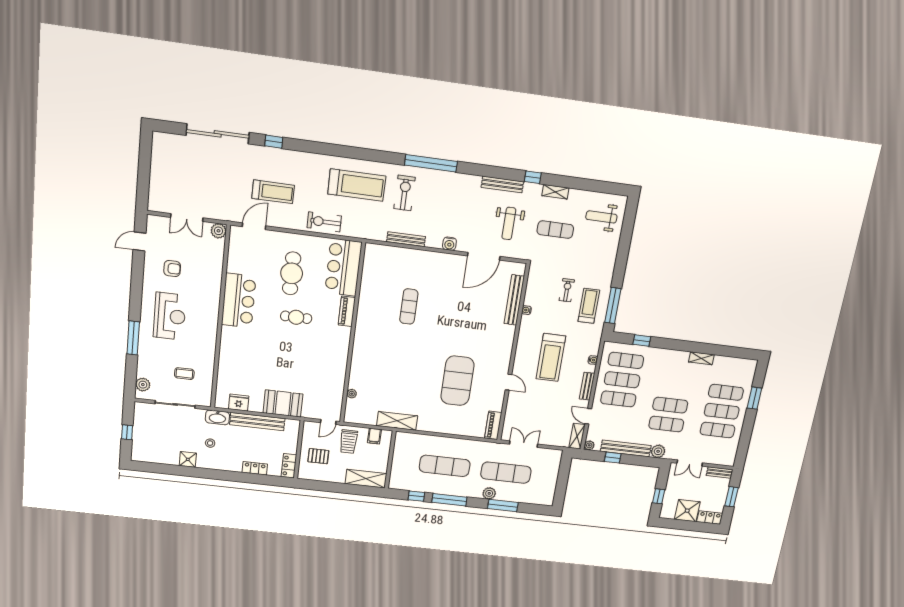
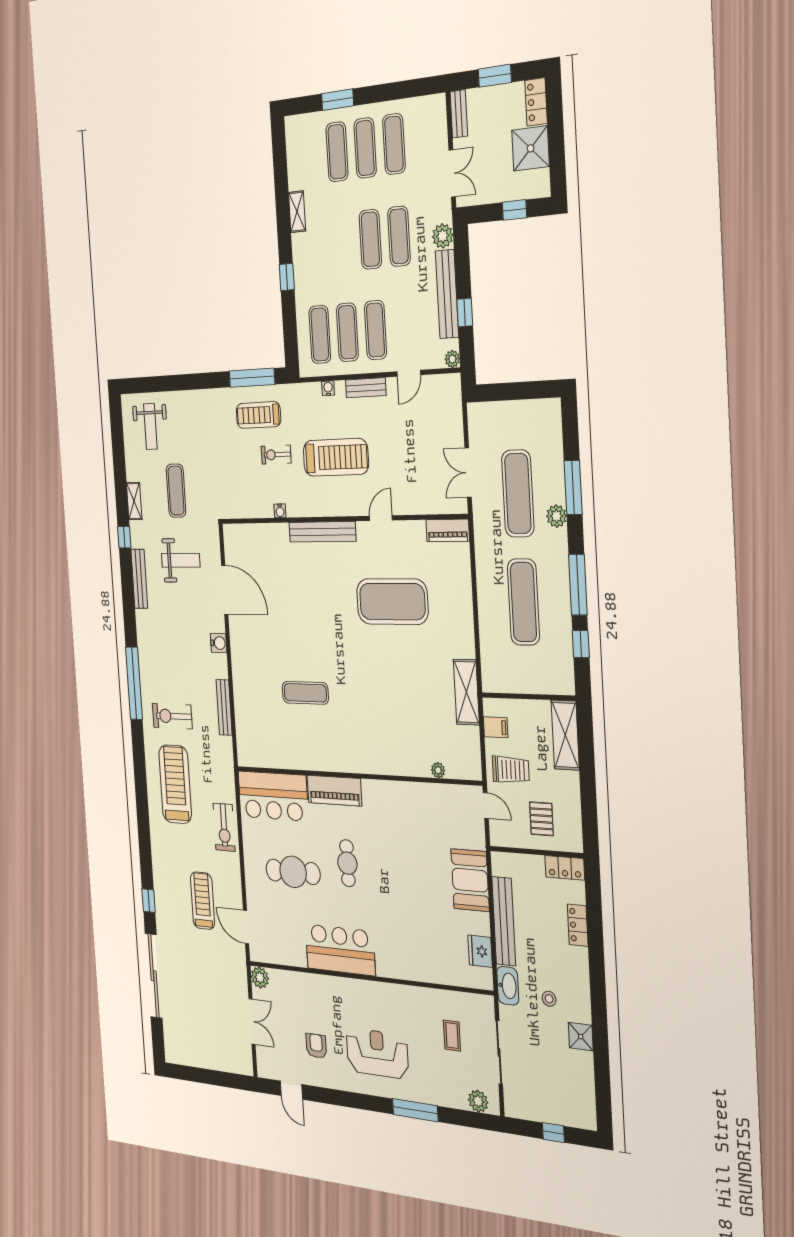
exercise bike: (567, 290) -> (276, 455), moved
bench: (514, 300) -> (322, 532), moved
piano: (347, 311) -> (334, 791), width x1.37, depth x1.33
window: (642, 341) -> (287, 277), moved
shelving: (577, 436) -> (442, 384), removed

